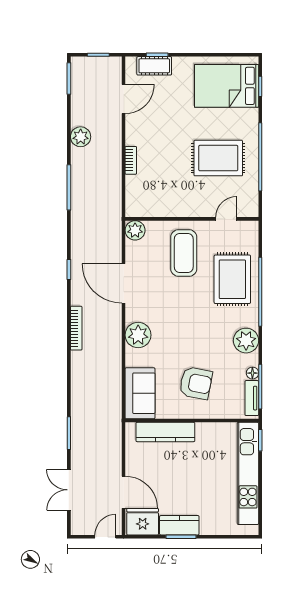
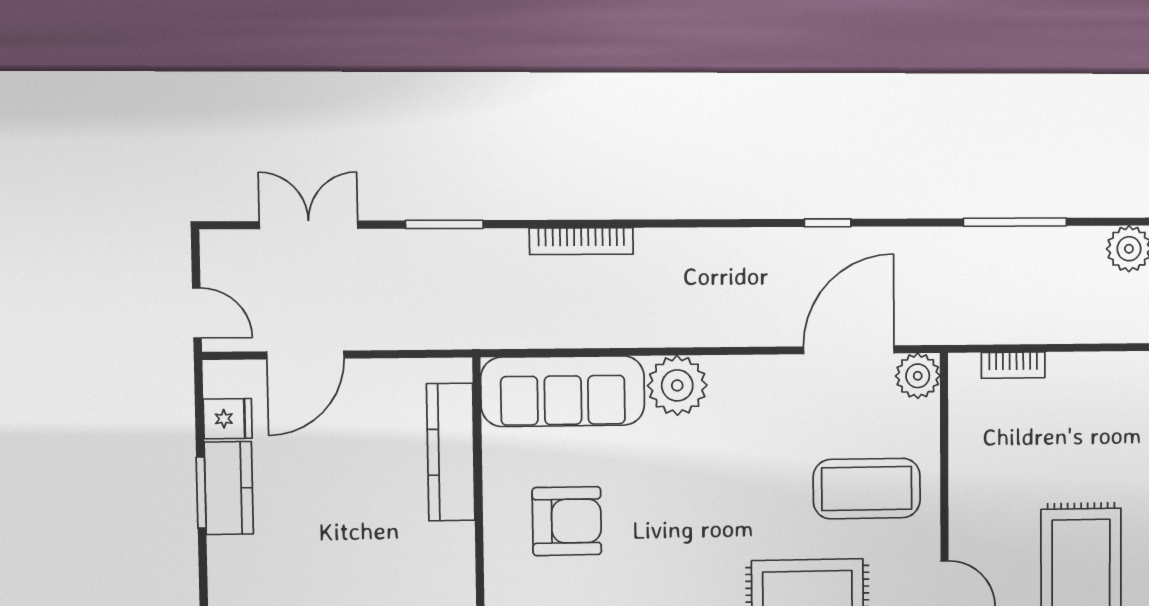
bookcase: (131, 160) -> (1013, 365), moved
door: (124, 283) -> (849, 350), moved
bookcase: (76, 328) -> (581, 241), moved
armchair: (196, 383) -> (567, 521), turned -101
sofa: (140, 393) -> (563, 391), width x1.36
fridge: (143, 522) -> (228, 419), width x0.53, depth x0.75

